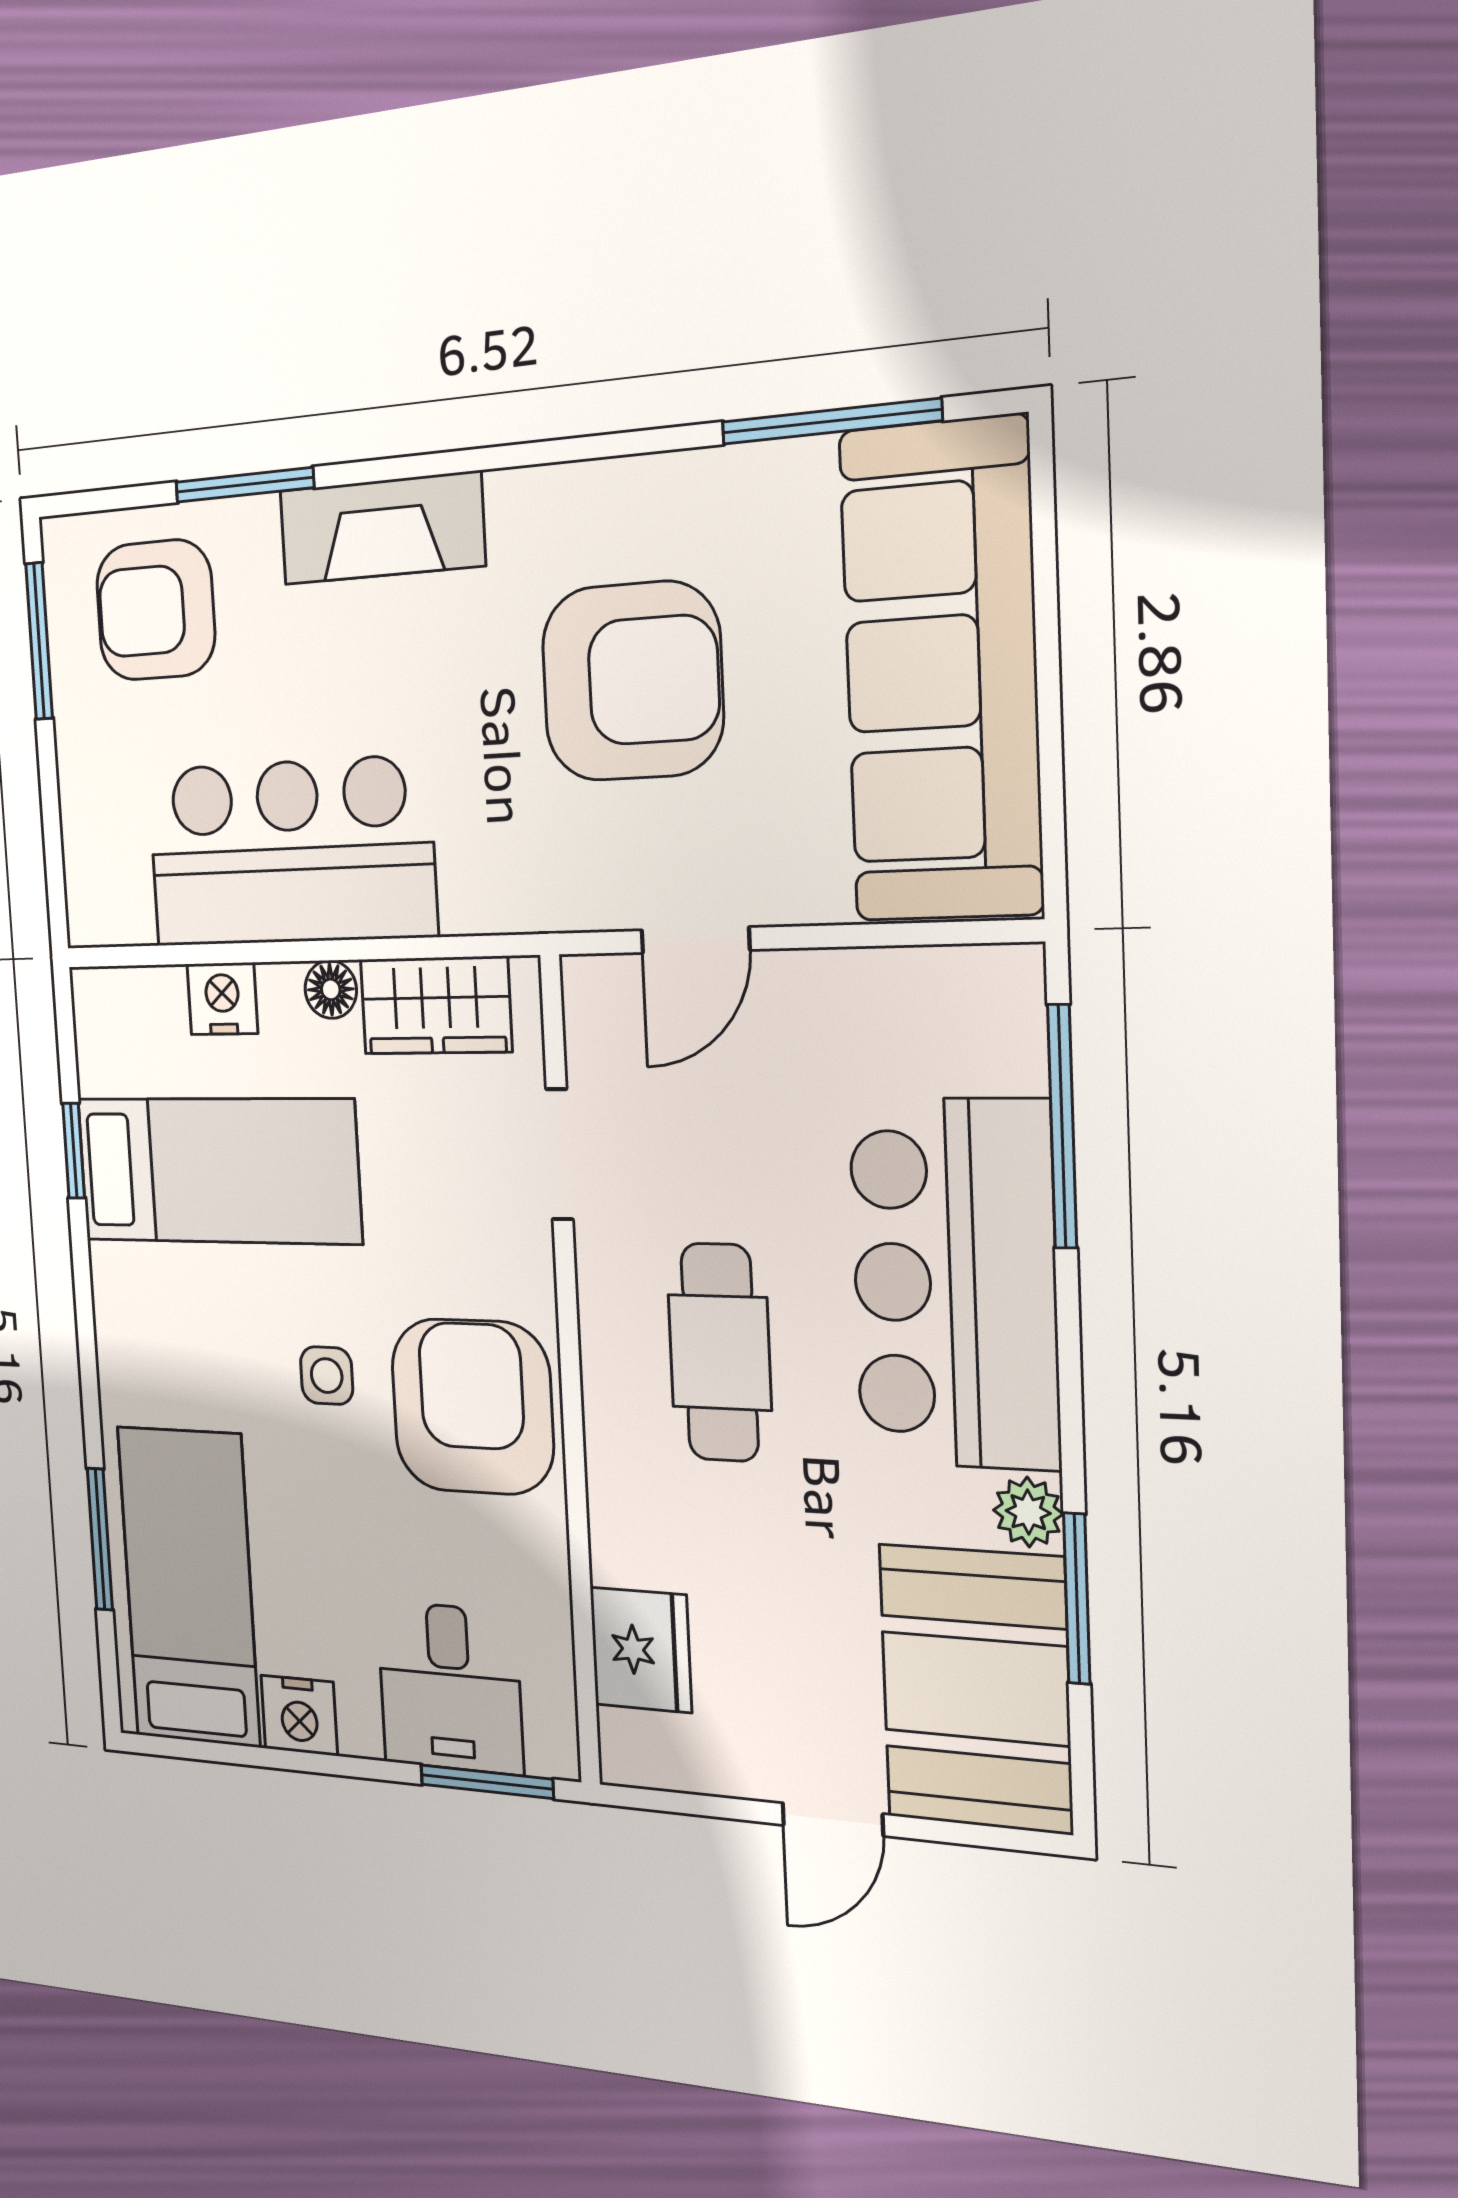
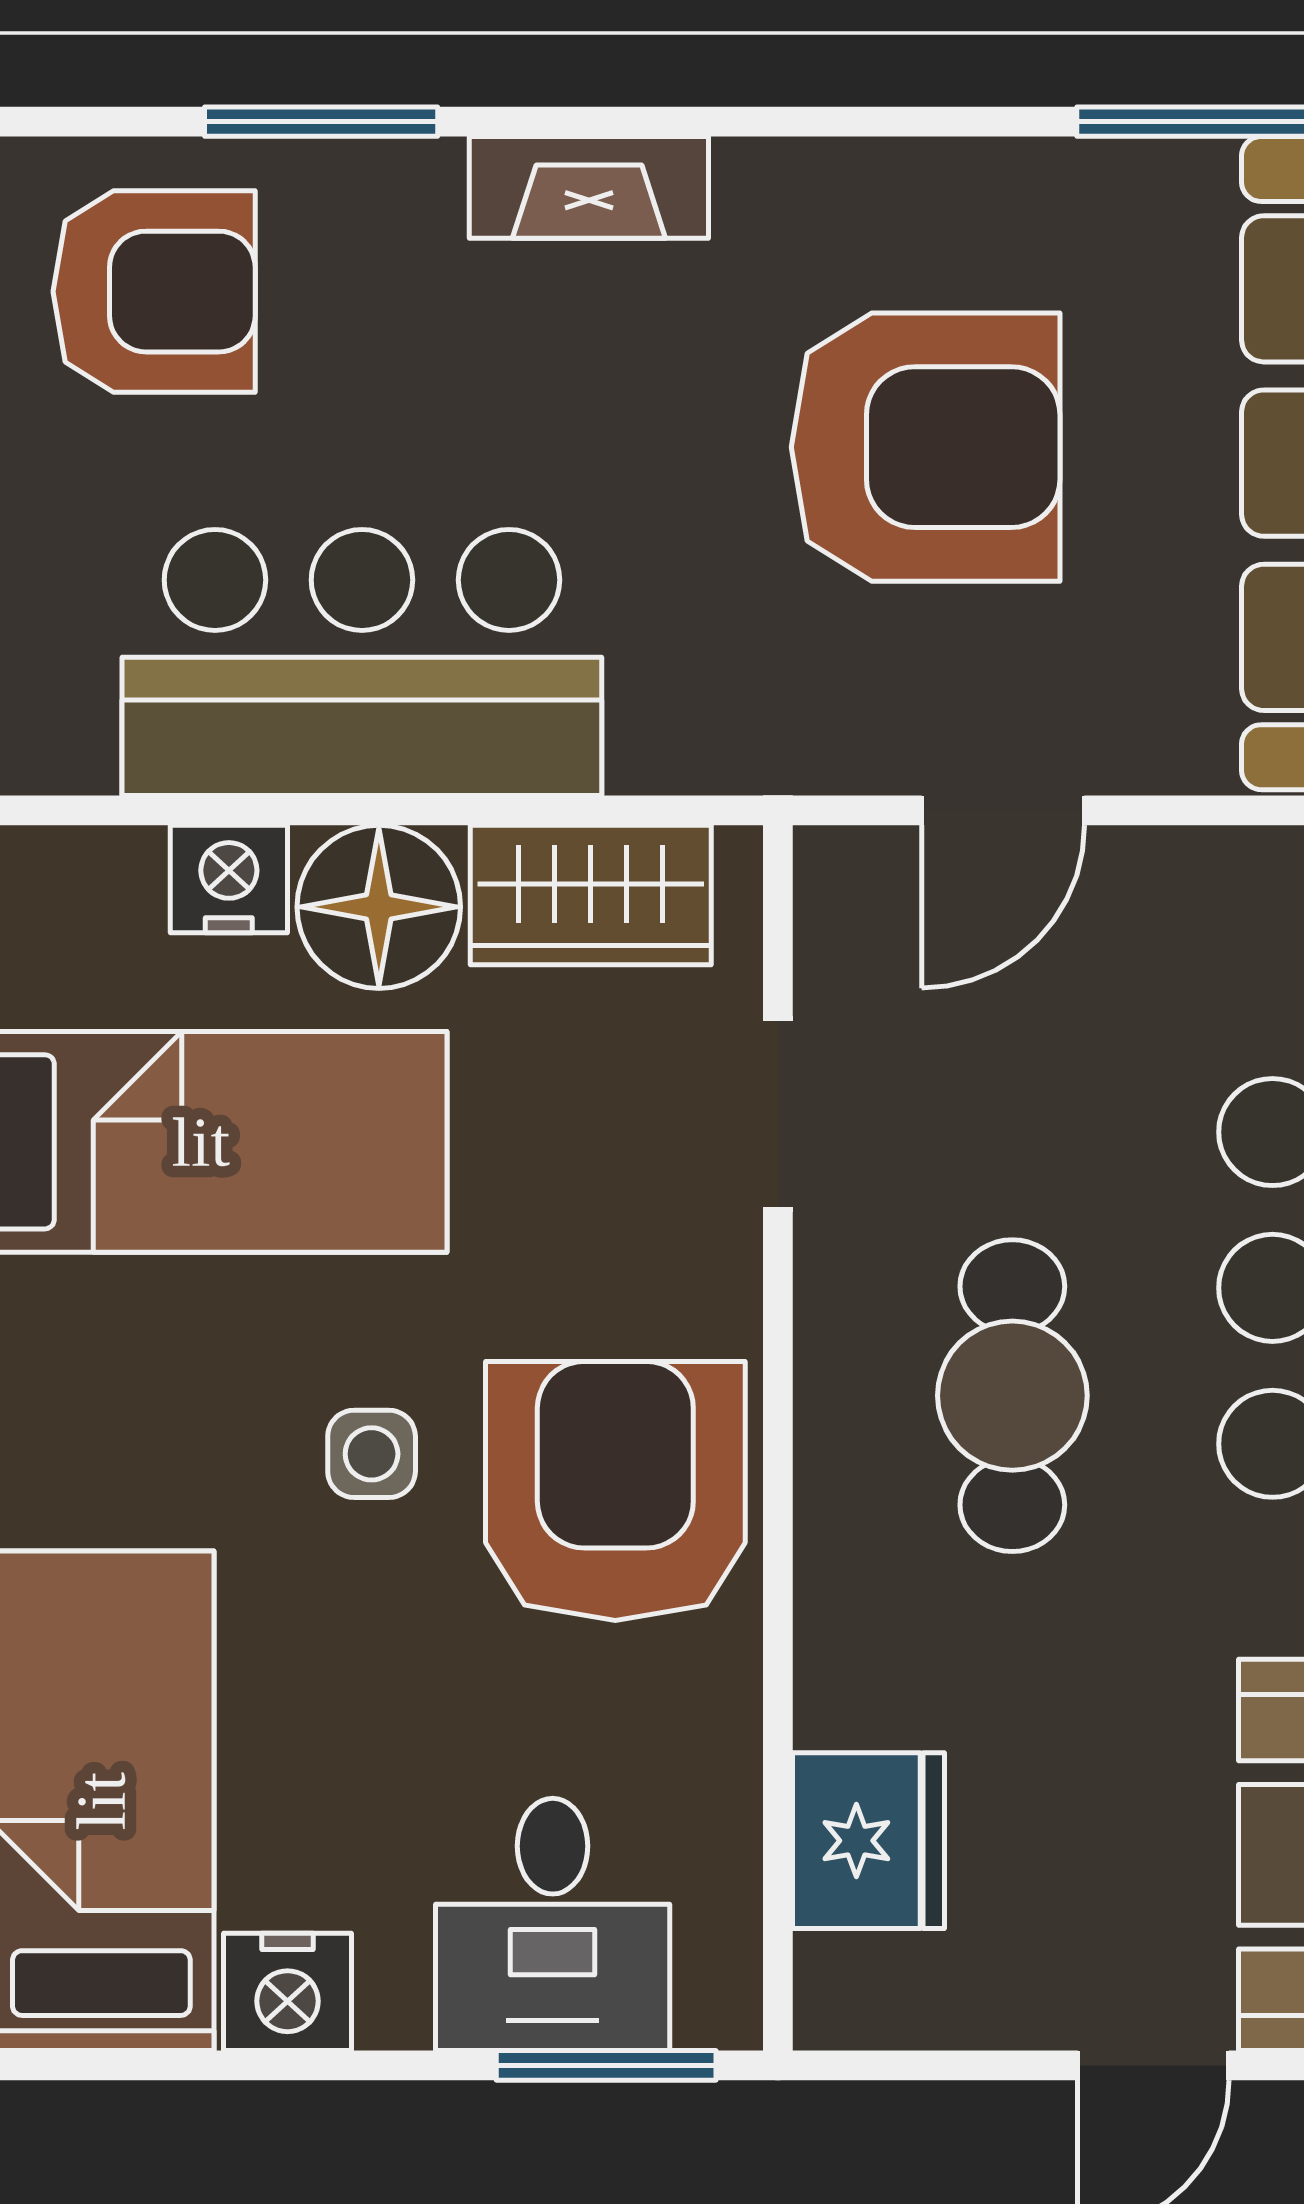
fireplace: (382, 528) -> (589, 187), width x0.73, depth x0.76
armchair: (156, 610) -> (154, 292), turned 180
floor lamp: (331, 989) -> (379, 907), width x1.89, depth x1.89

